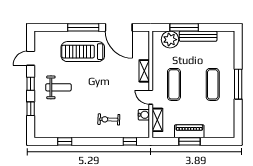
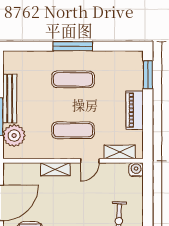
water cooler: (144, 115) -> (136, 170), moved
window: (130, 141) -> (148, 188), removed
window: (190, 141) -> (148, 75), moved

